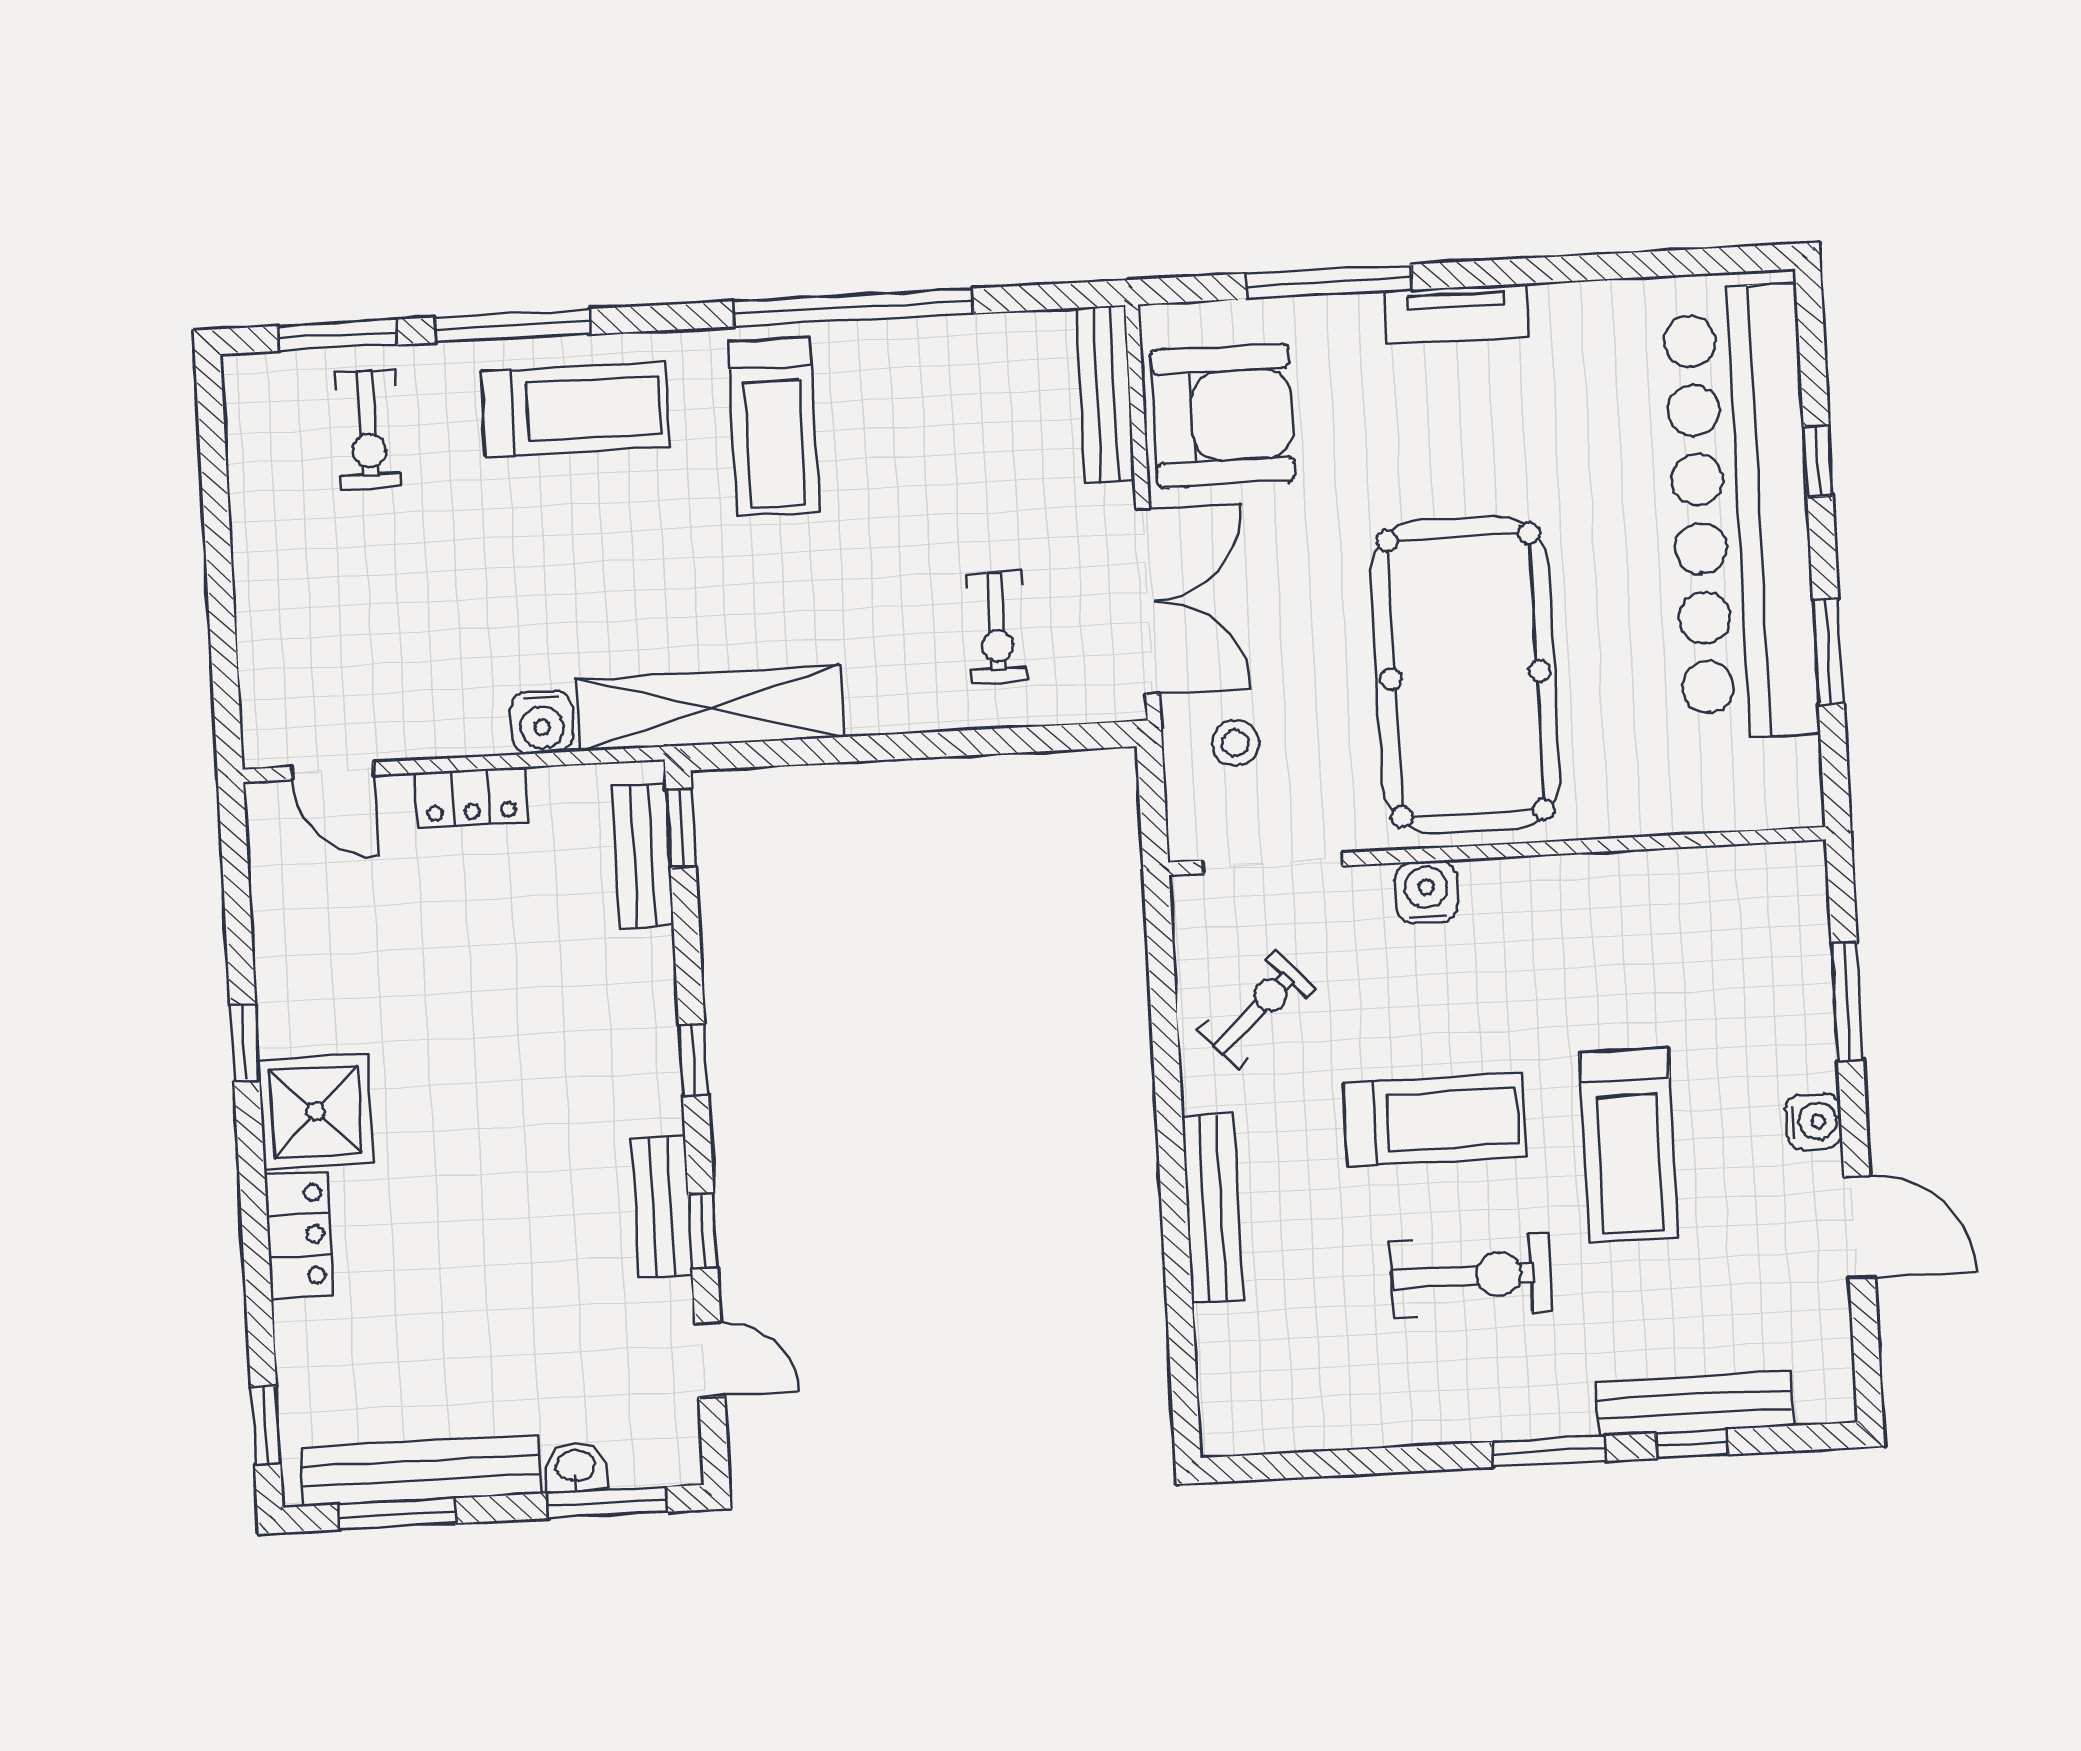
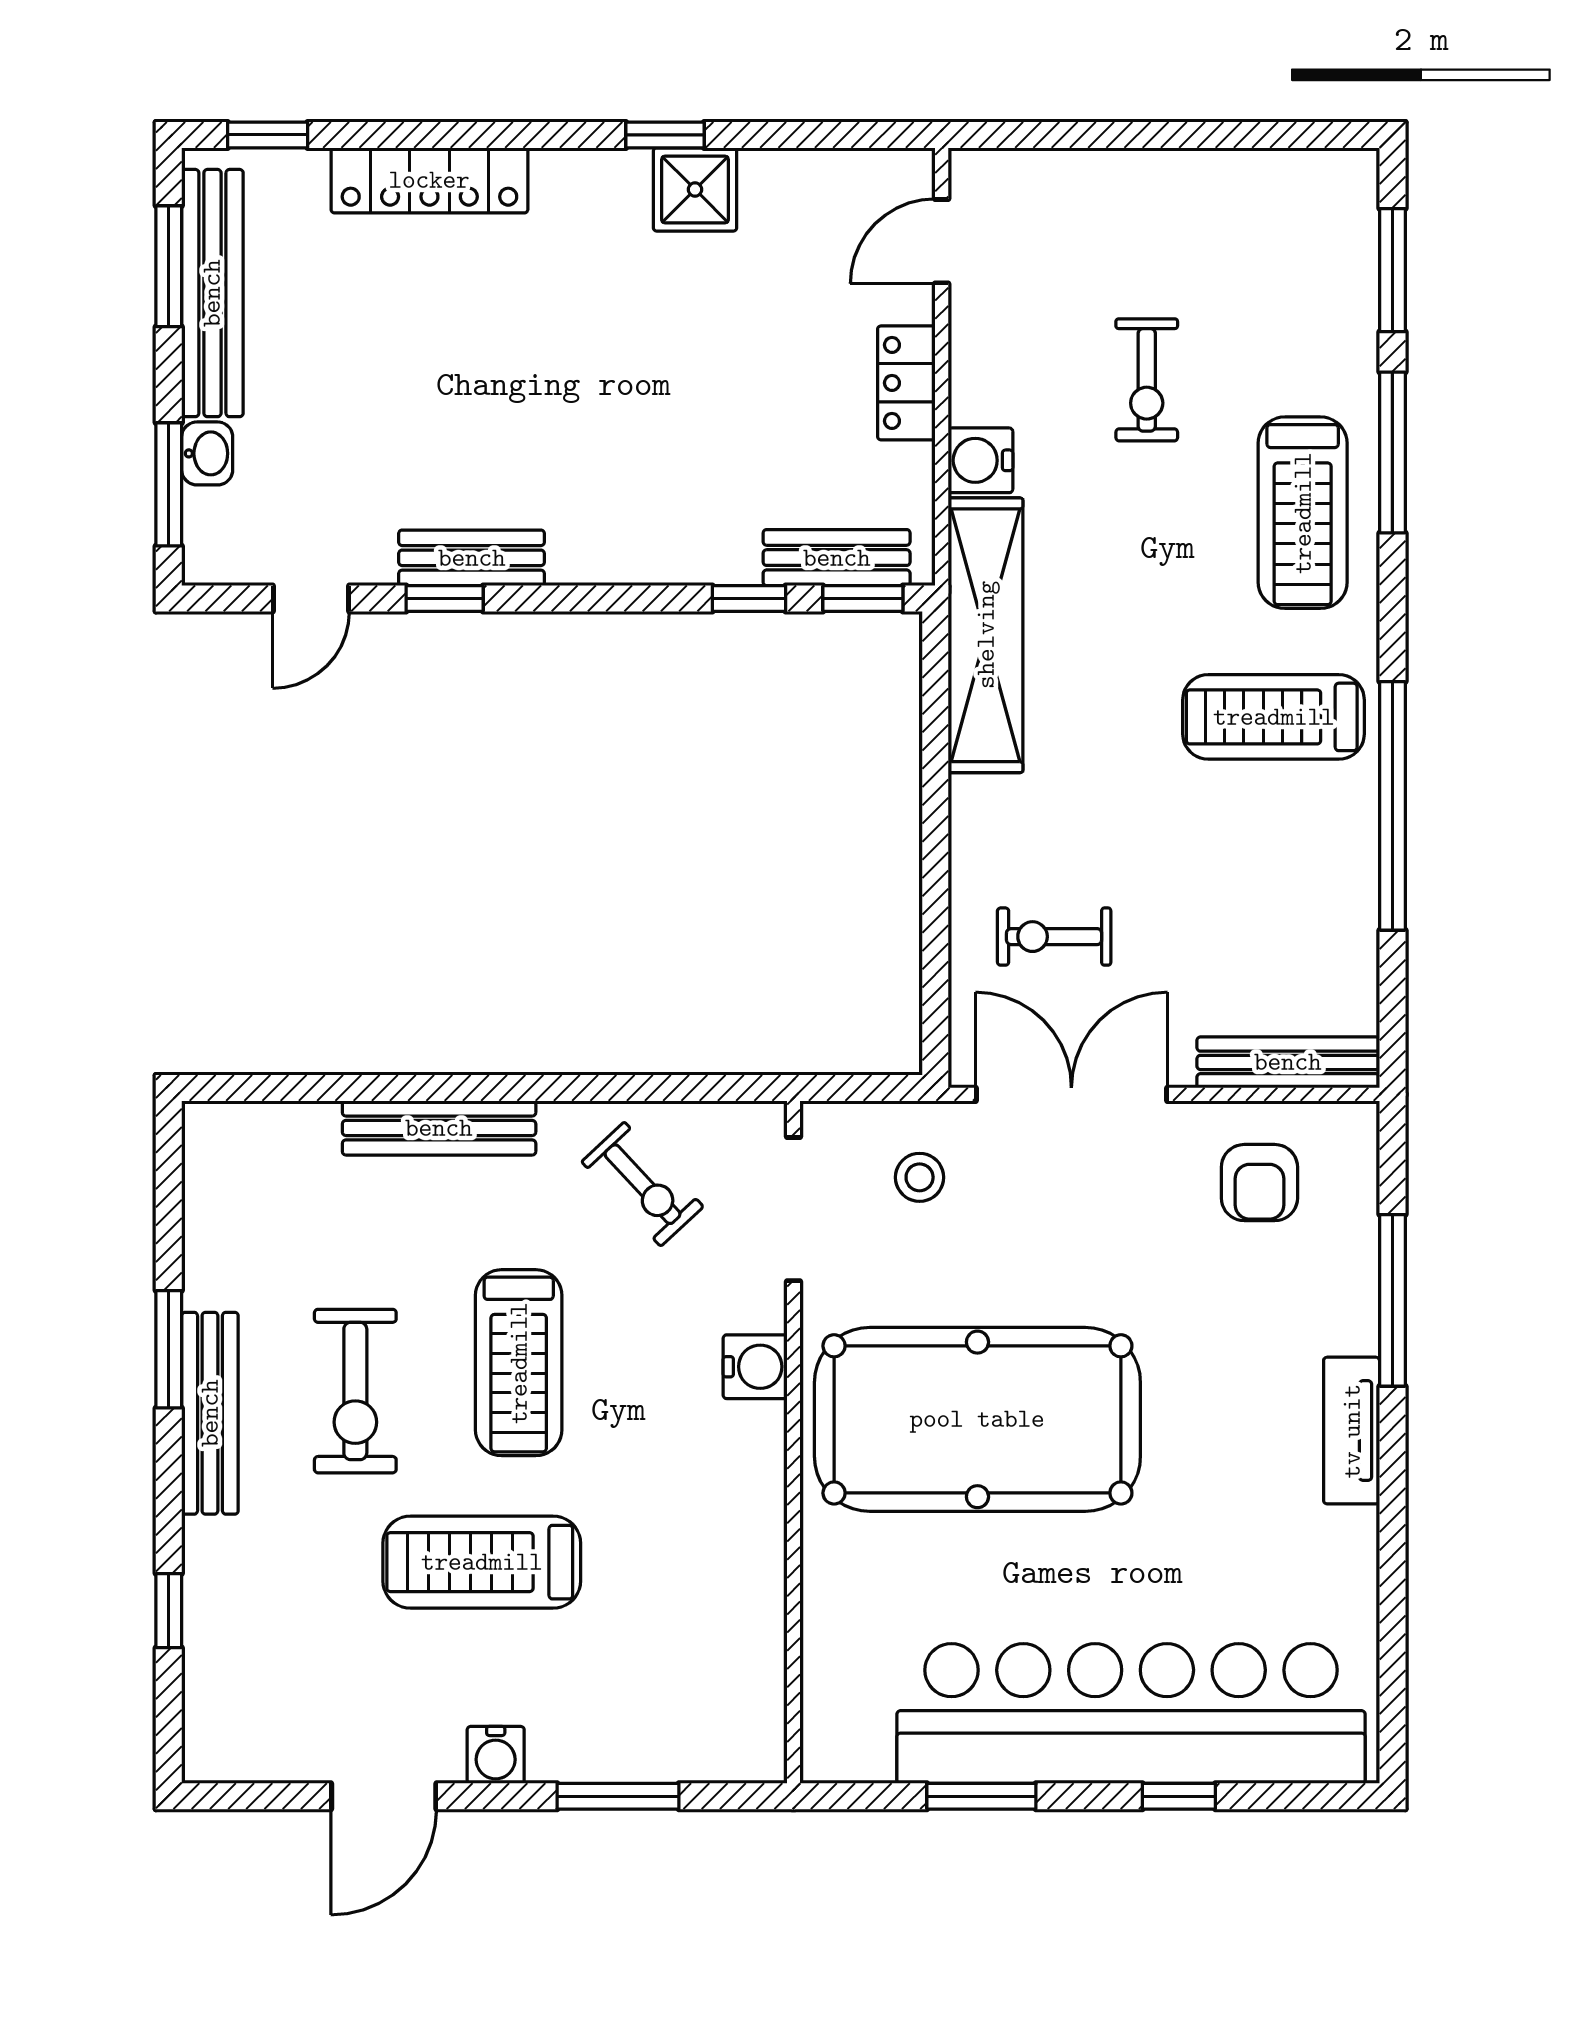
armchair: (1223, 416) -> (1259, 1183), width x0.53, depth x0.53
exercise bike: (368, 429) -> (1147, 380), moved, turned -90
double door: (1148, 601) -> (1071, 1094), swing flipped
window: (694, 1060) -> (749, 599), moved
shower: (316, 1112) -> (695, 189), moved, width x0.73, depth x0.73
locker: (299, 1235) -> (429, 180), width x1.53
bench: (1695, 1404) -> (210, 1413), moved
window: (1549, 1452) -> (169, 1349), moved

